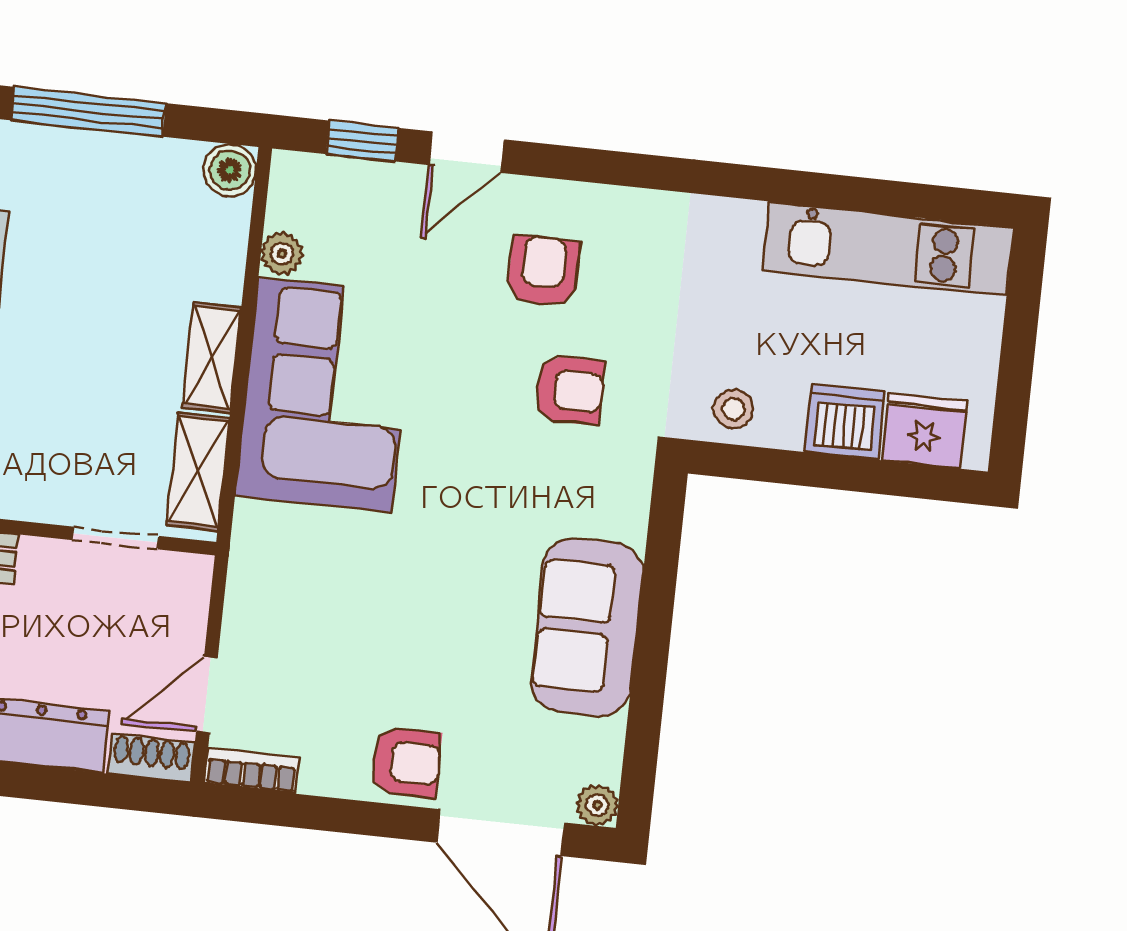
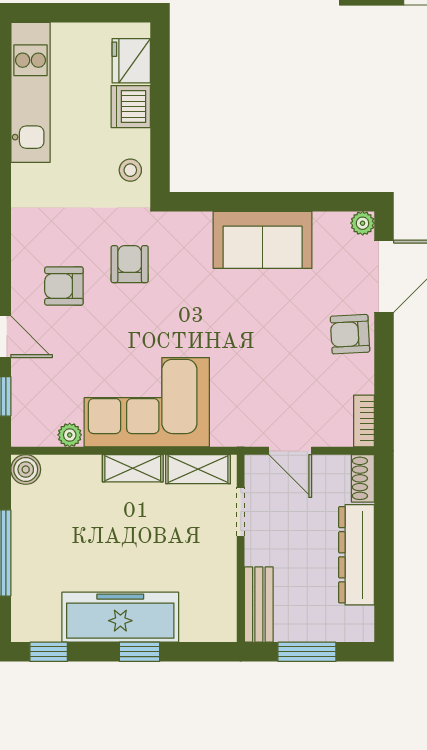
door: (207, 695) -> (290, 451), moved
armchair: (406, 762) -> (350, 334), turned -93

